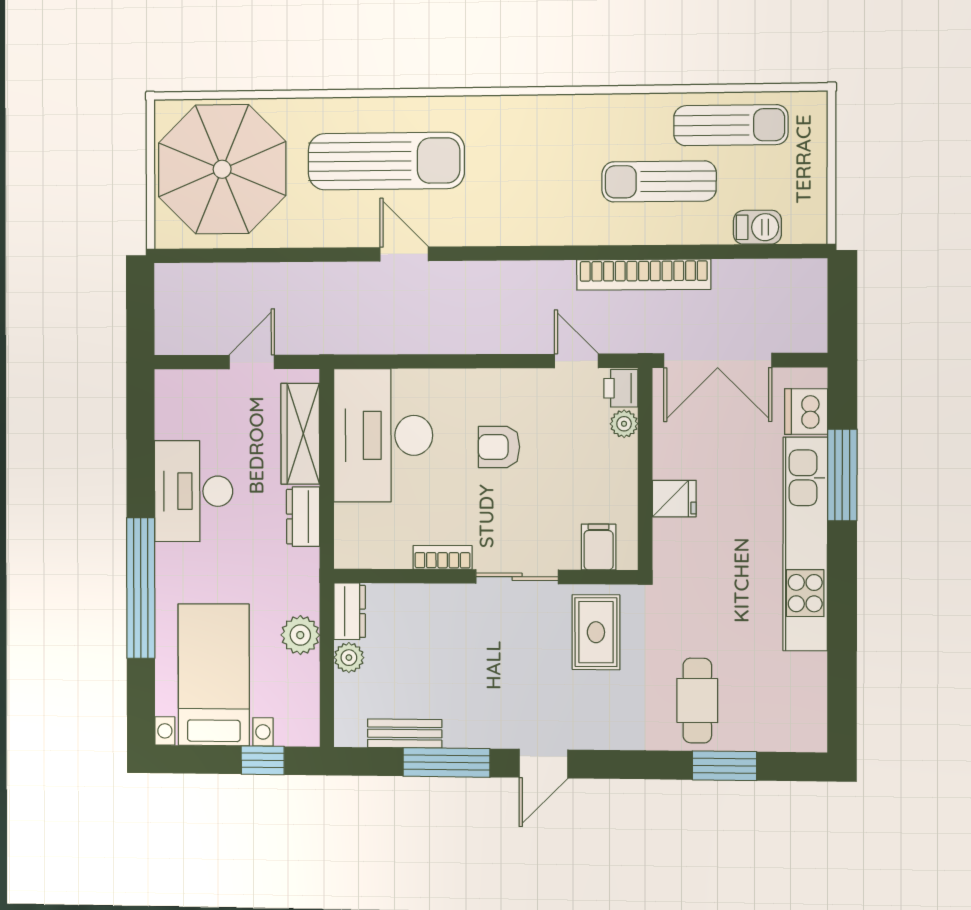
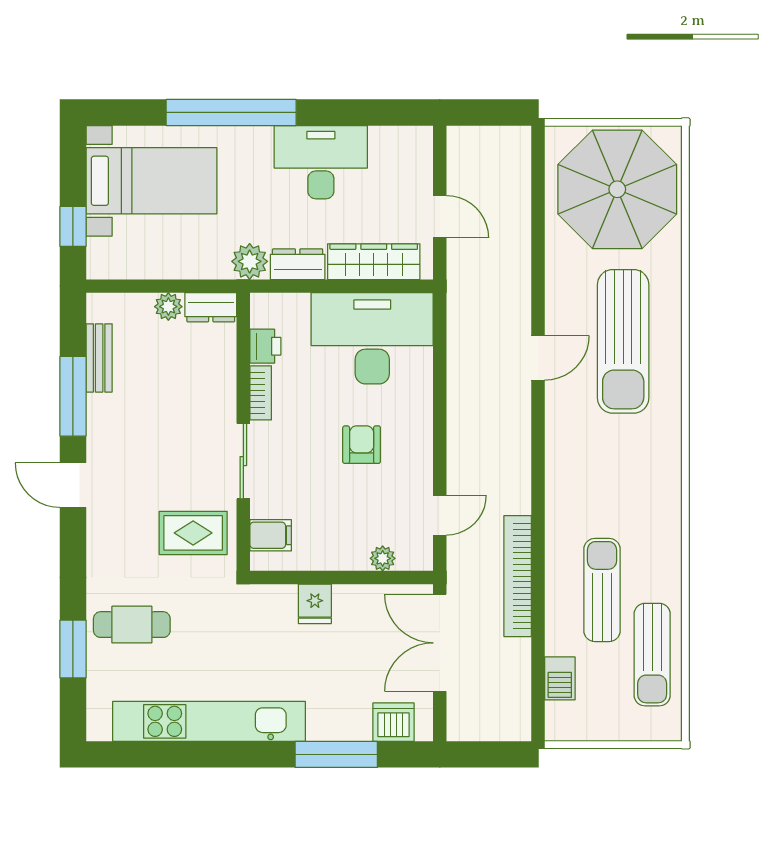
printer: (621, 388) -> (265, 346), moved, turned 90
kitchen unit: (805, 544) -> (209, 721), moved
plant: (300, 635) -> (250, 261), moved

